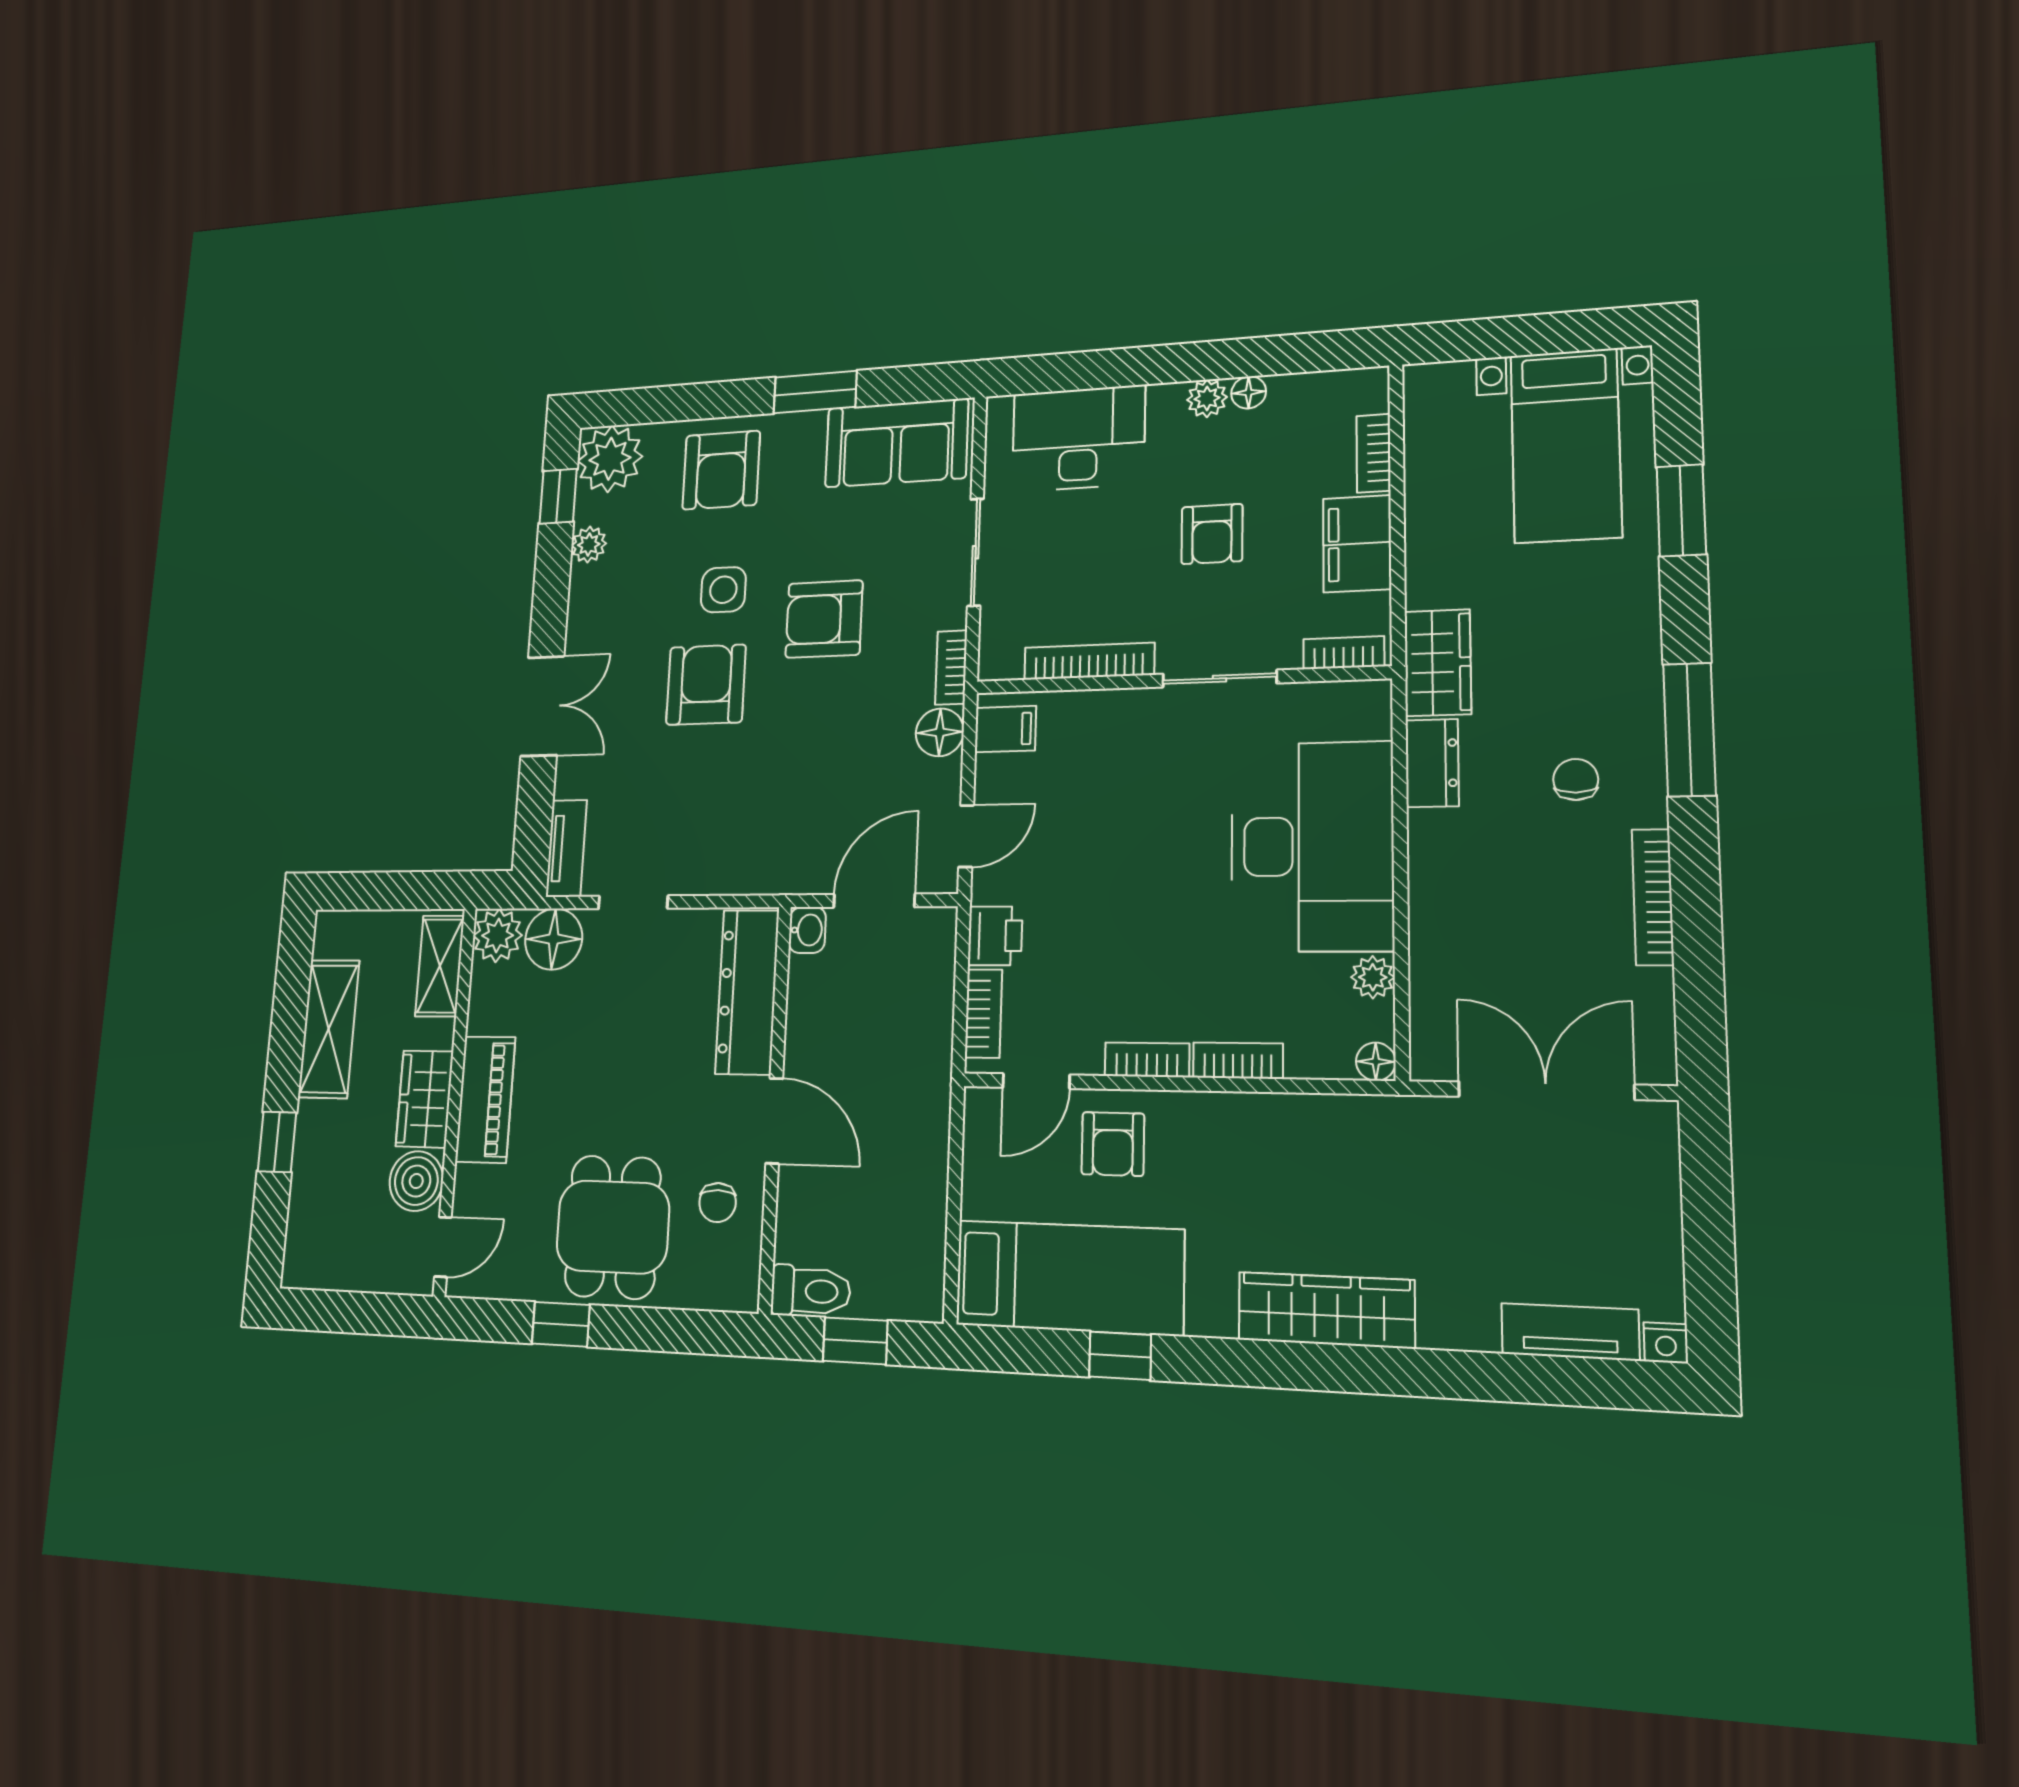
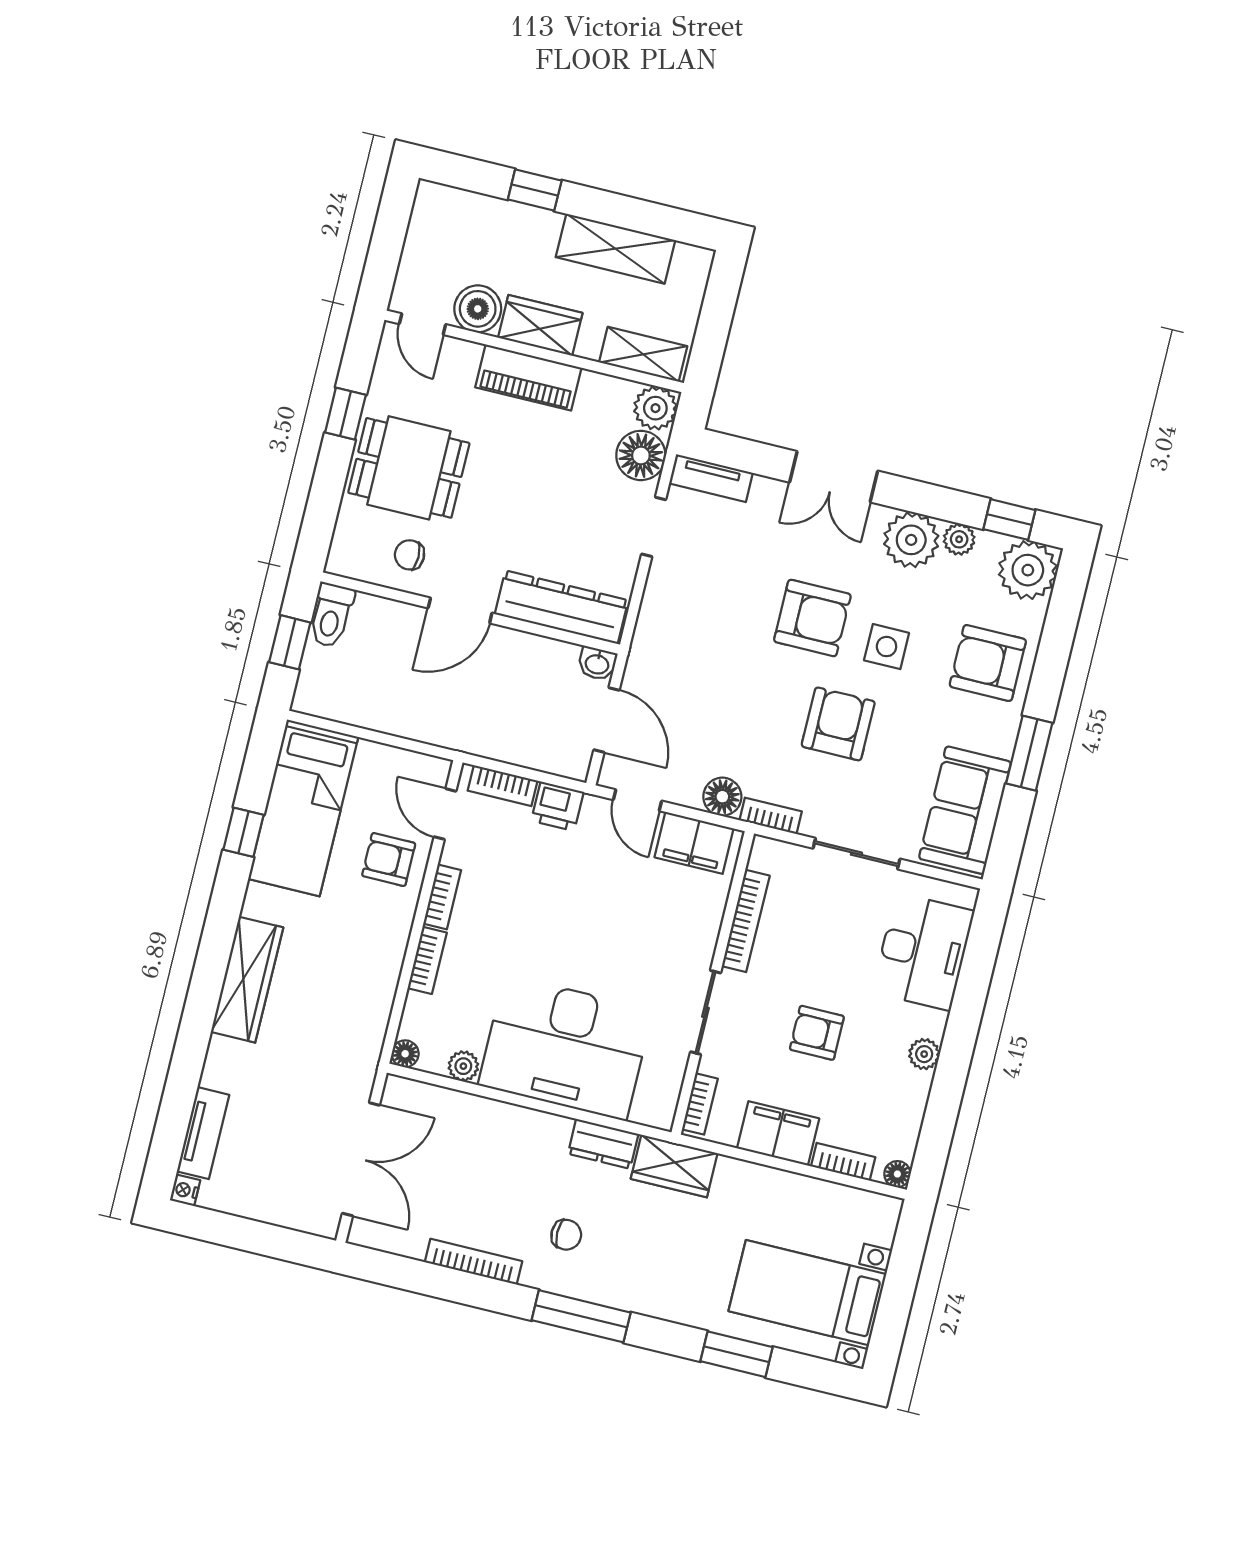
floor lamp: (1249, 392) -> (897, 1174), moved
plant: (598, 598) -> (911, 540), added
filing cabinet: (1005, 729) -> (694, 843), width x2.00

